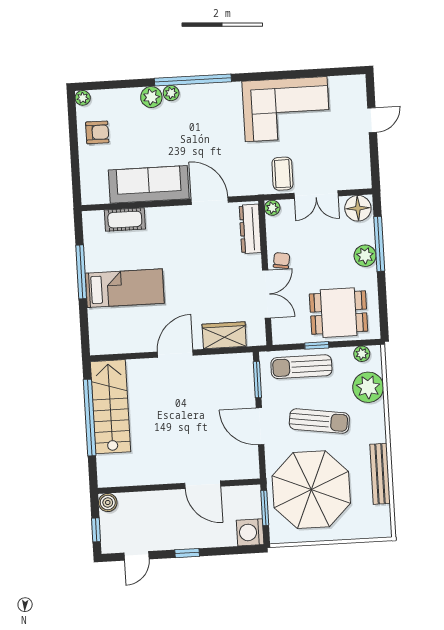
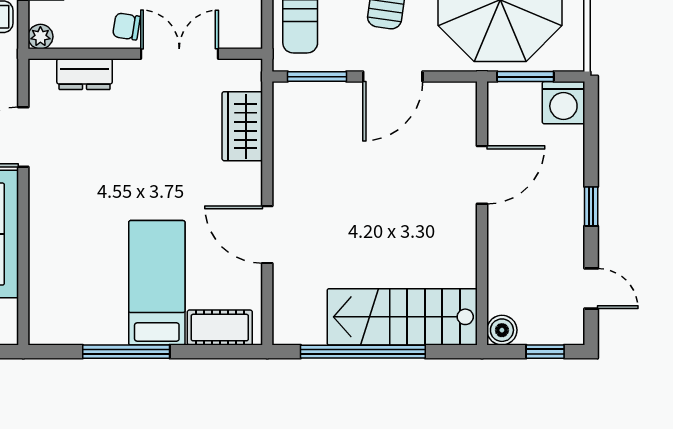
cot: (125, 220) -> (220, 328), moved, turned 90
dresser: (250, 229) -> (85, 74), width x0.70
door: (175, 354) -> (267, 235), moved
stairs: (110, 407) -> (402, 317), moved

